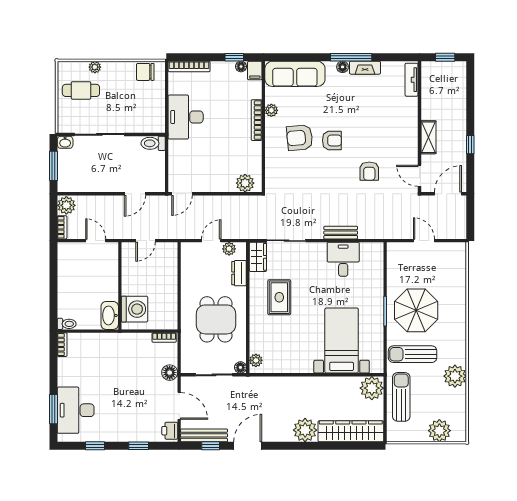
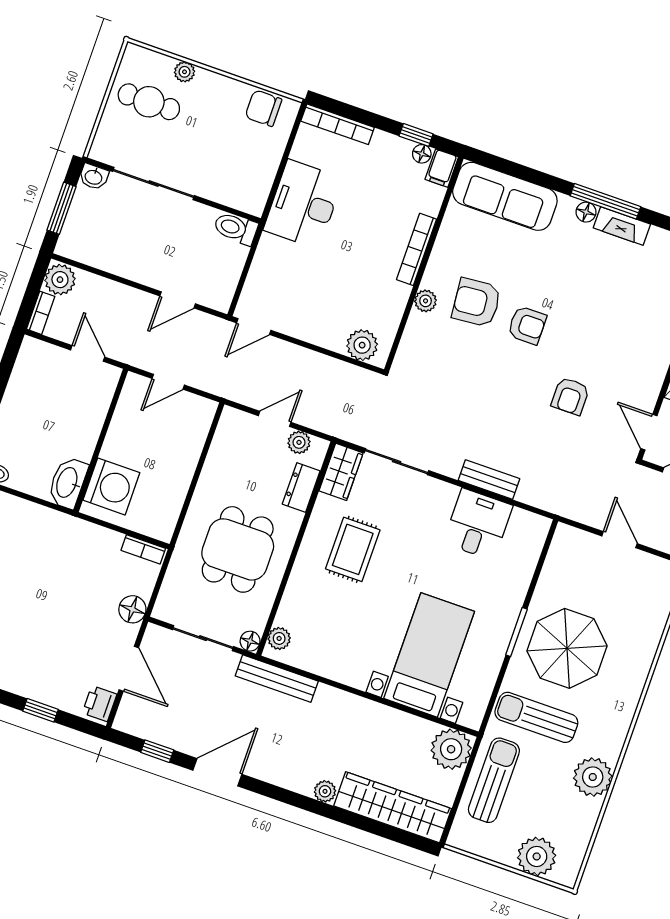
plant: (271, 110) -> (426, 301), moved
plant: (305, 430) -> (325, 791), width x0.53, depth x0.53
bench: (204, 435) -> (277, 679), moved

